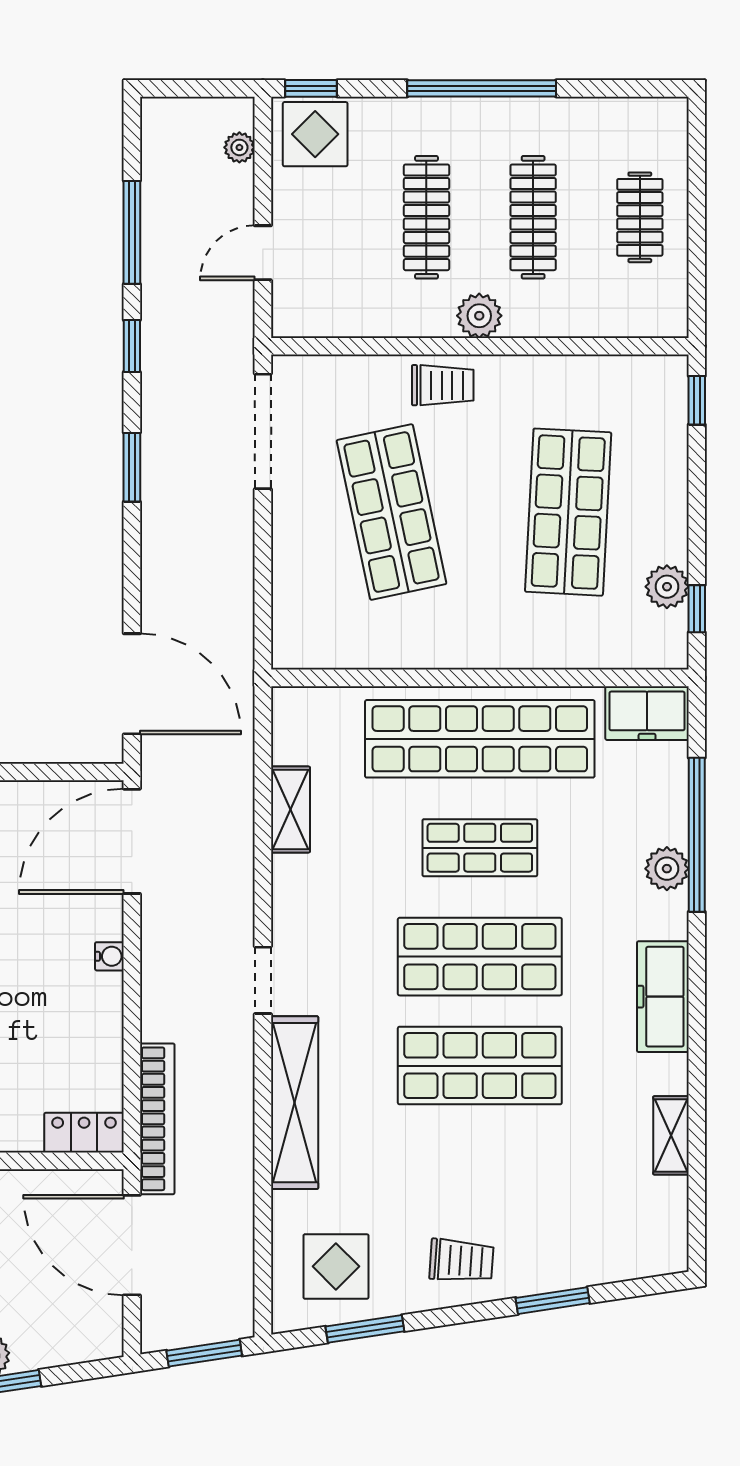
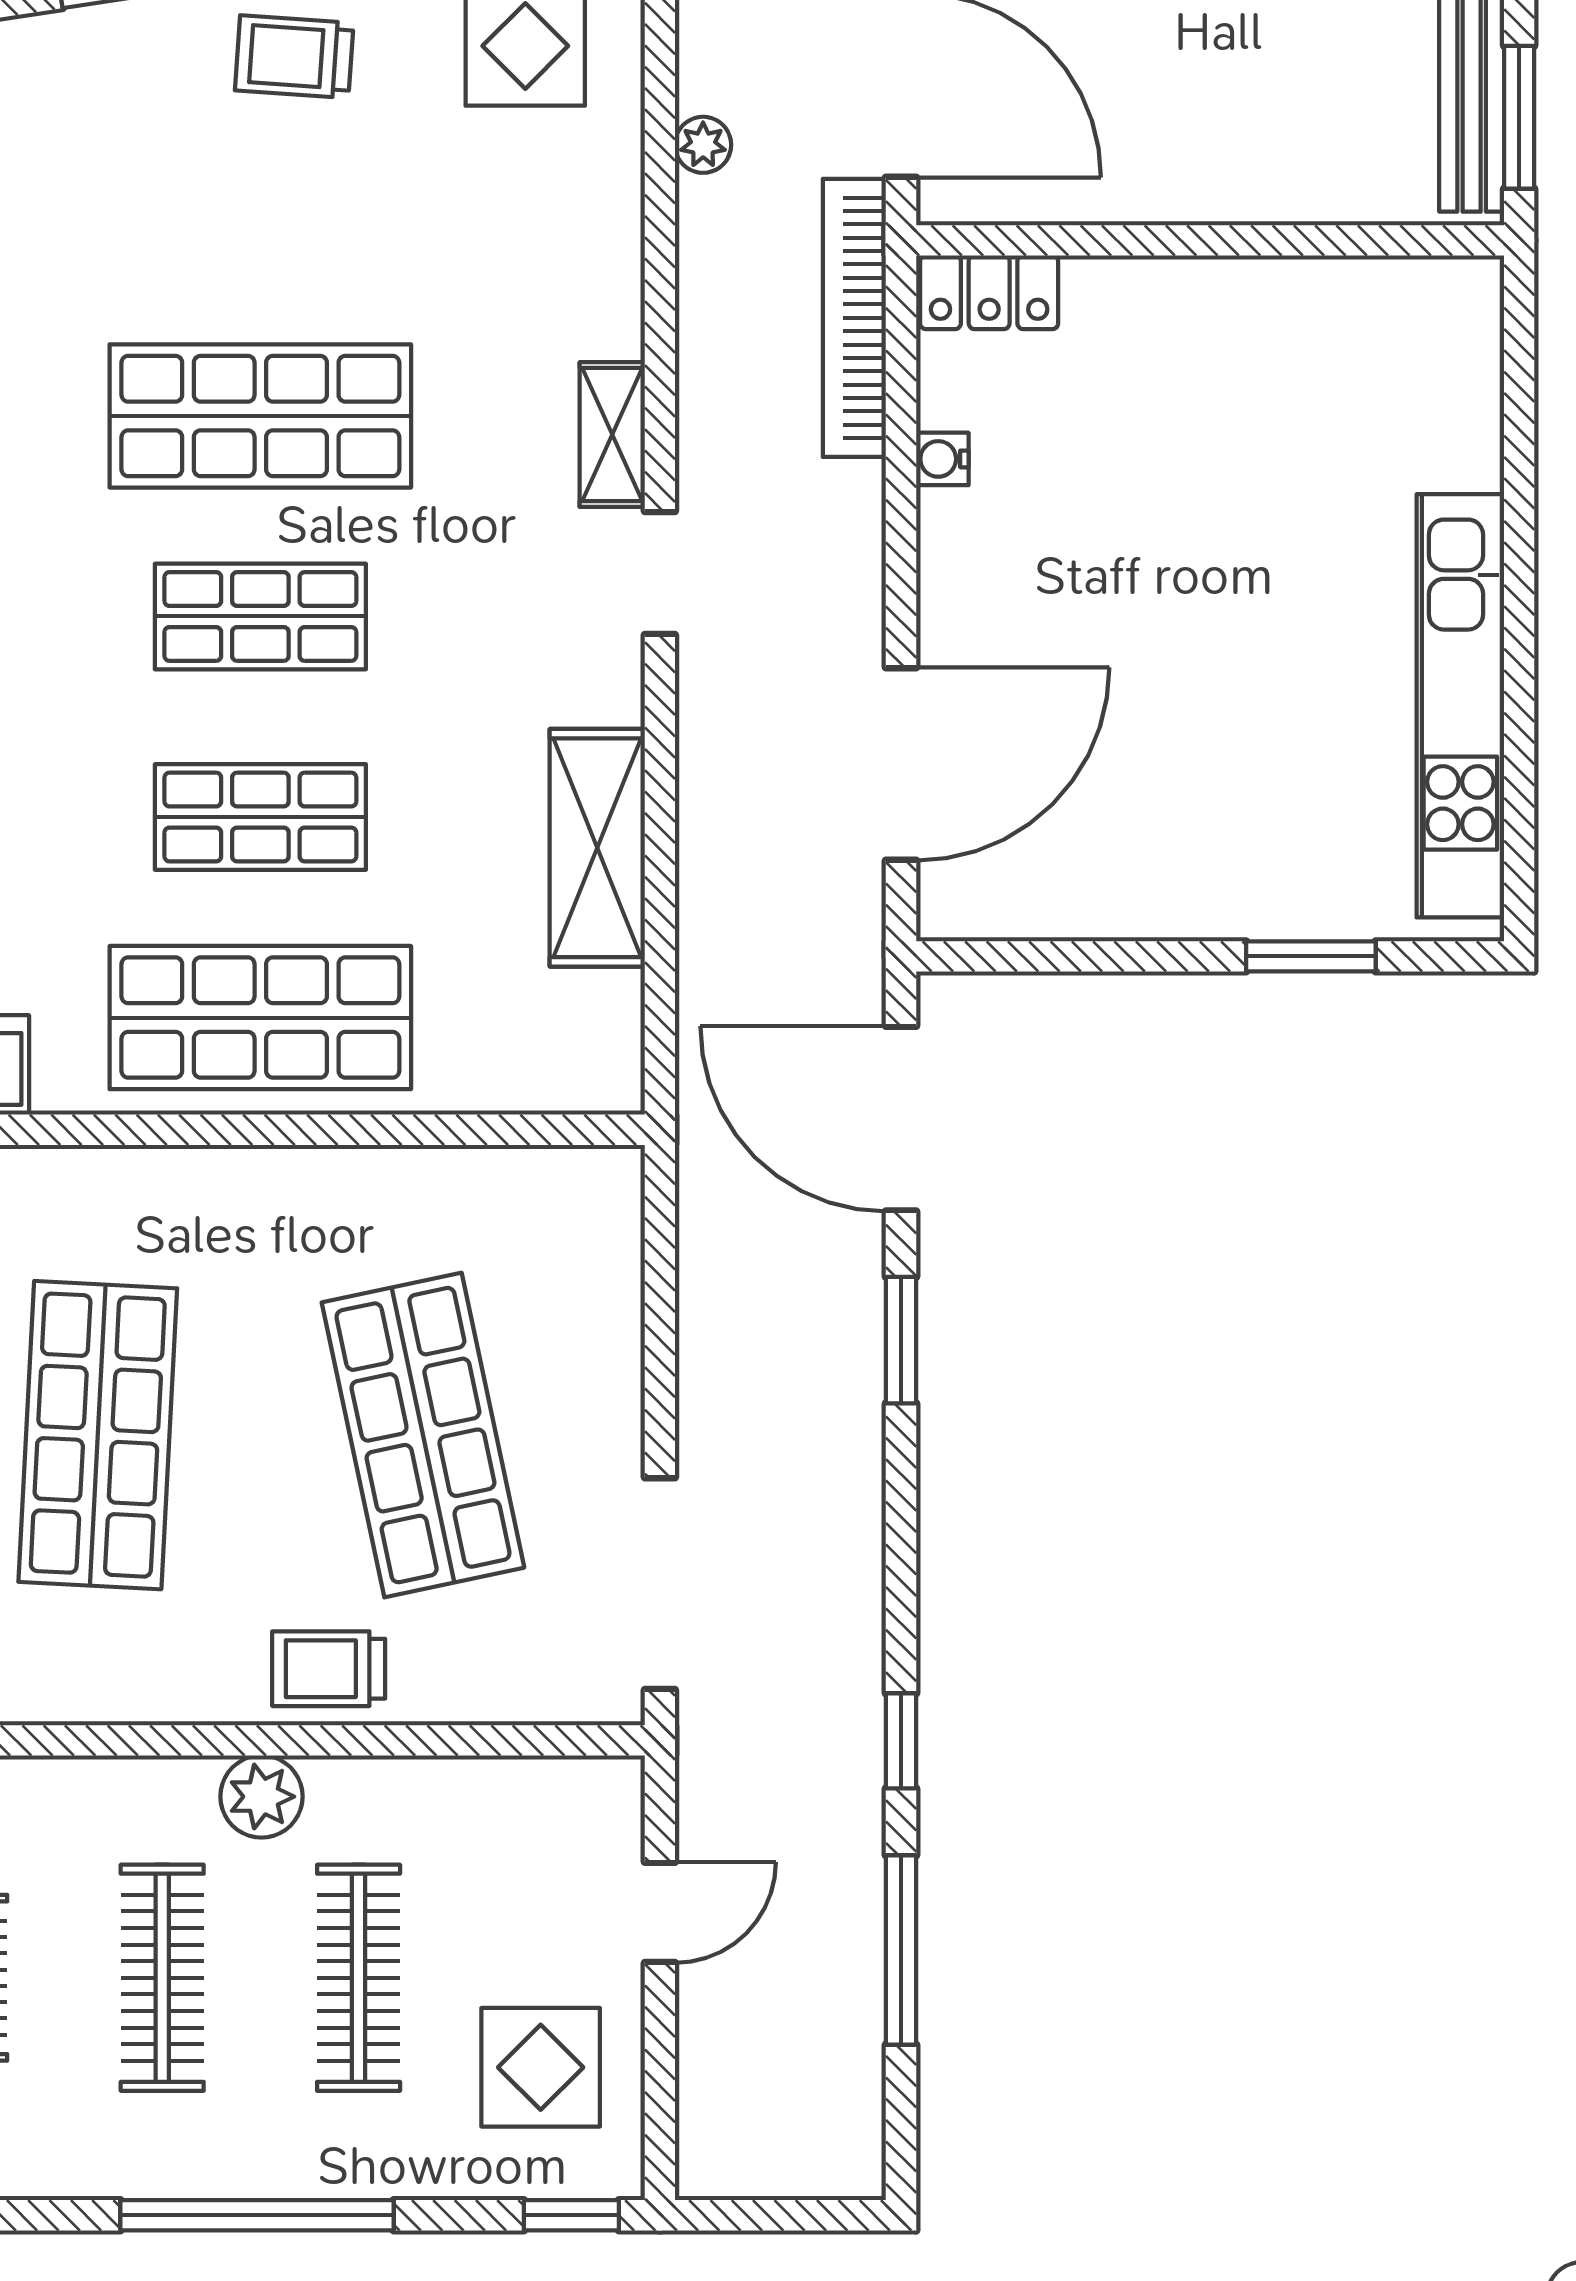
display table: (315, 134) -> (541, 2067), moved
plant: (239, 147) -> (703, 145), moved
window: (132, 467) -> (901, 1340), moved
shop shelf: (480, 739) -> (260, 1018), width x0.71
shelving: (290, 809) -> (597, 848), width x1.50, depth x1.33
door: (132, 841) -> (901, 764), moved
water cooler: (109, 956) -> (942, 459), moved
shop shelf: (480, 957) -> (260, 616), width x0.70, depth x0.74
shelving: (295, 1103) -> (612, 435), width x0.45, depth x0.75

